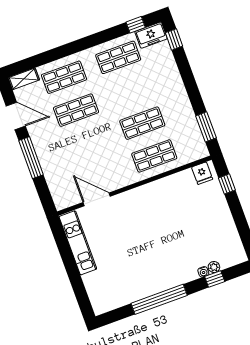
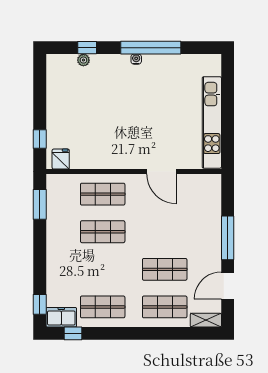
door: (16, 116) -> (228, 286), hinge flipped
door: (97, 199) -> (162, 172), moved
kitchen unit: (78, 243) -> (212, 122), width x1.36
water cooler: (203, 272) -> (136, 59), moved

